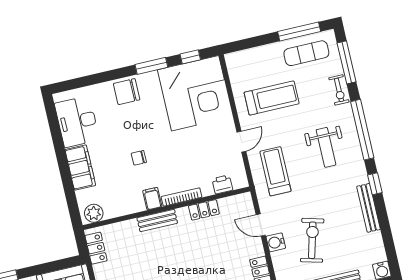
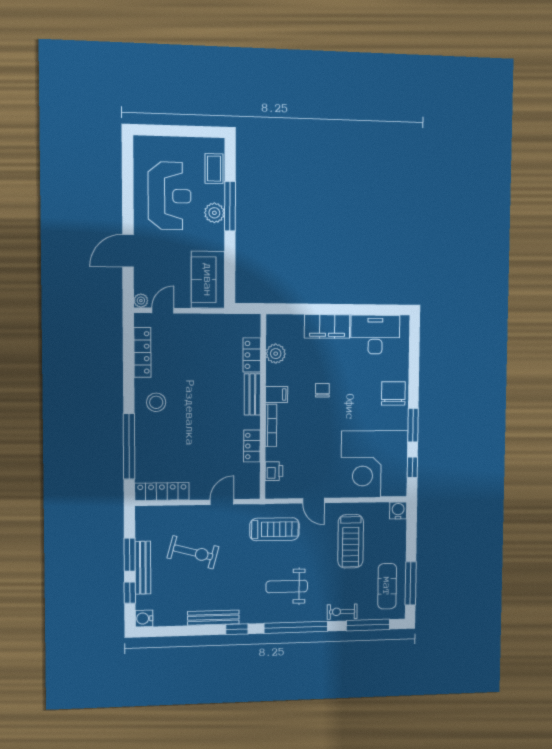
plant: (94, 213) -> (276, 354), moved
water cooler: (276, 242) -> (398, 510), moved
locker: (96, 248) -> (252, 355), moved, turned 90

